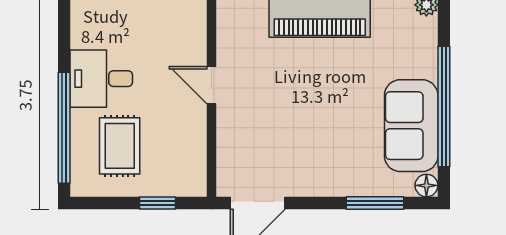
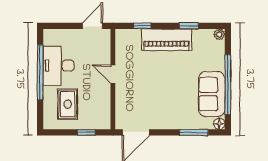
desk: (101, 79) -> (59, 66), width x1.37
window: (64, 128) -> (40, 72), moved

